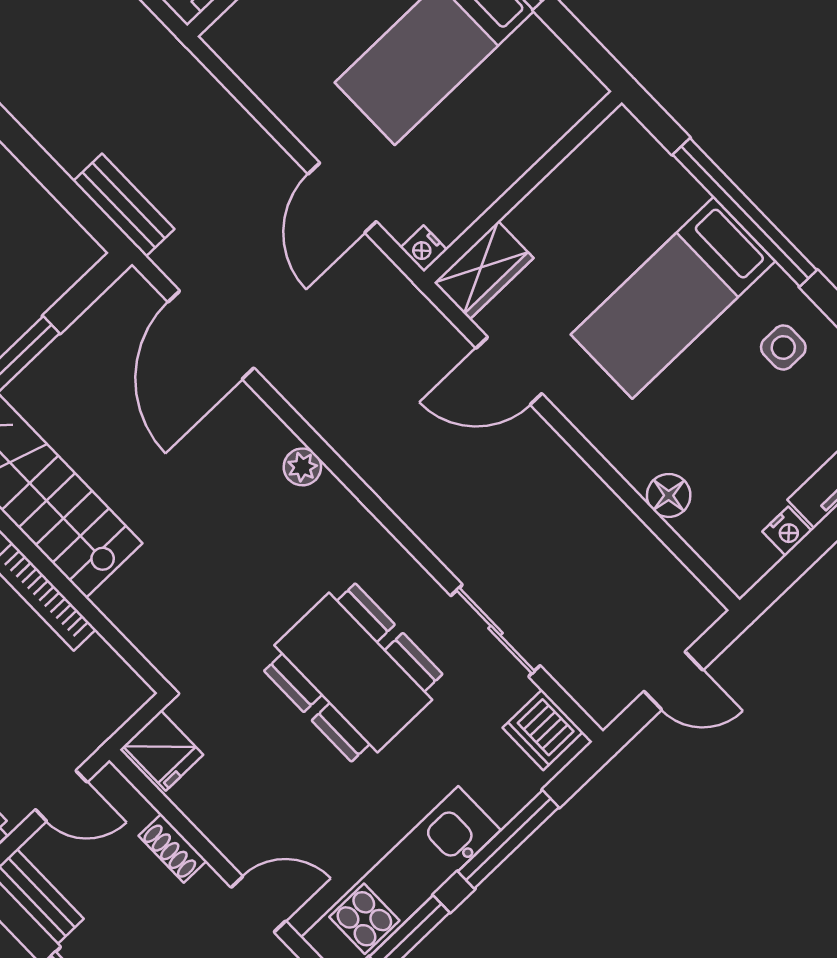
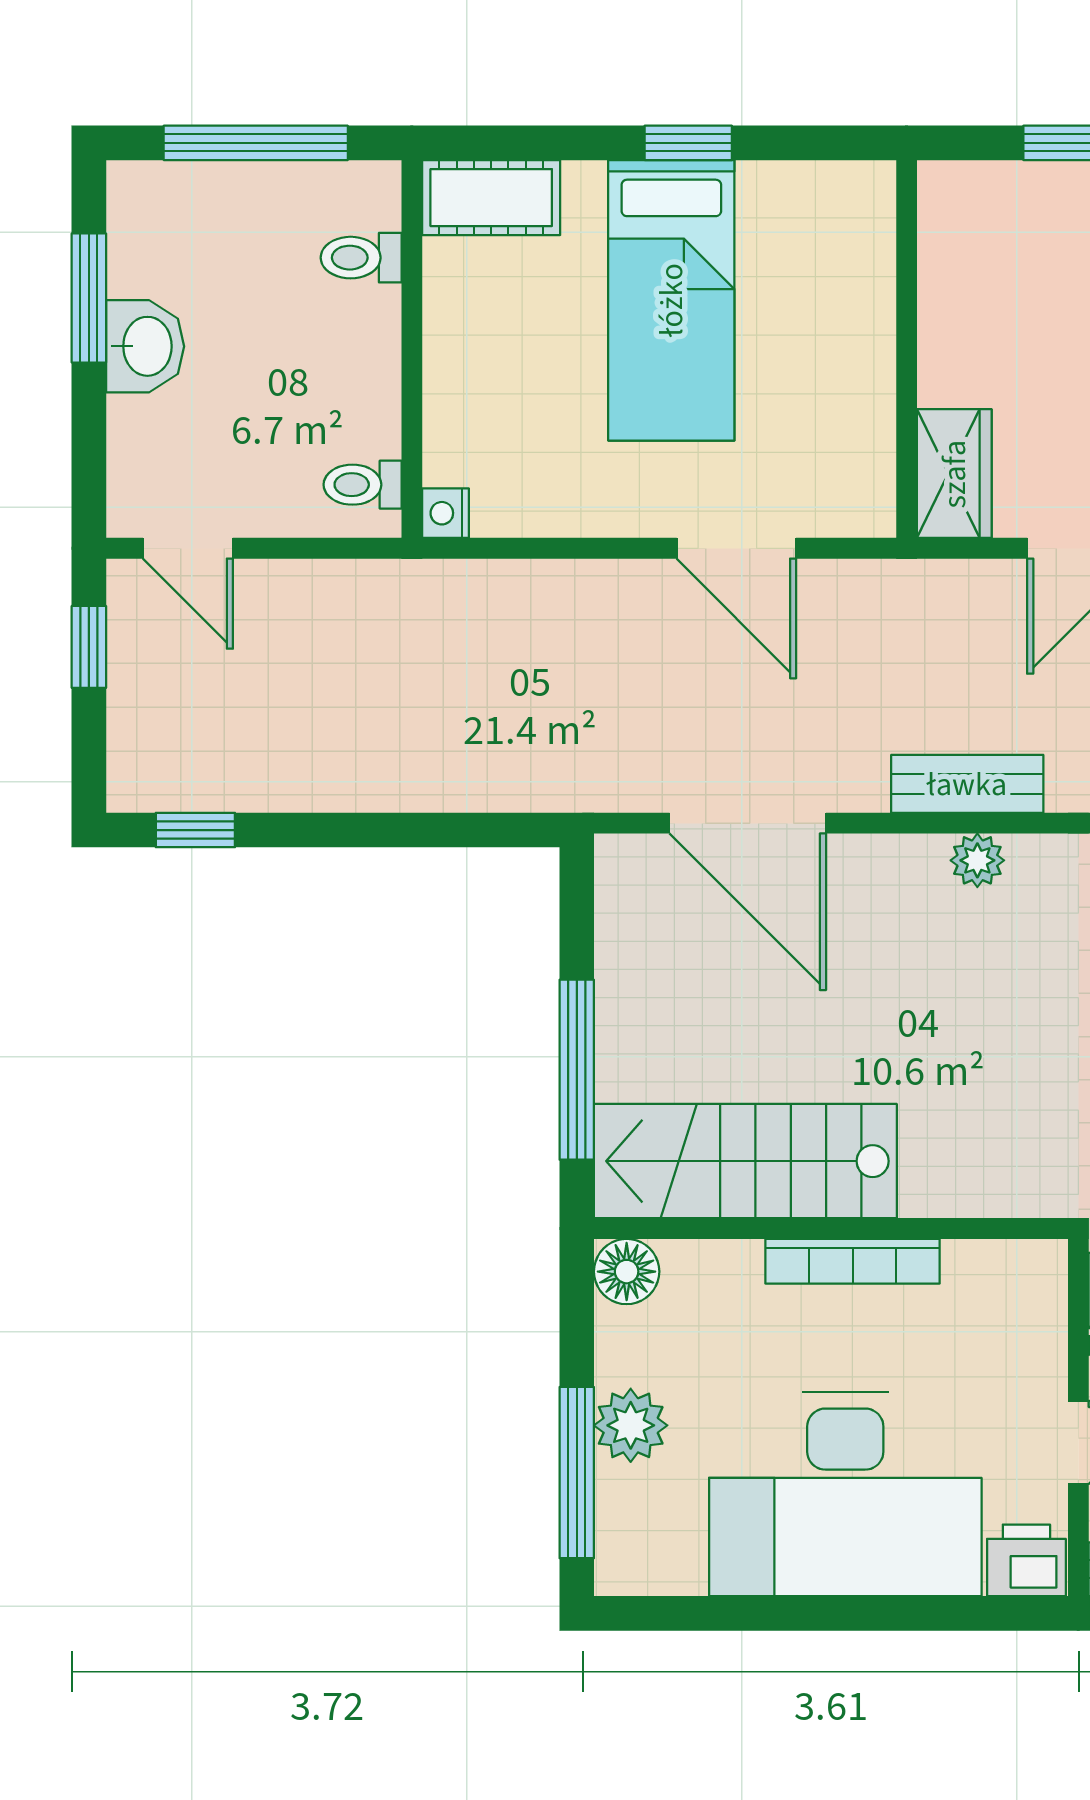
bench: (124, 205) -> (967, 784), moved
nightstand: (424, 249) -> (446, 513), moved, turned 90

